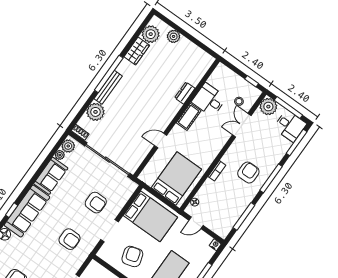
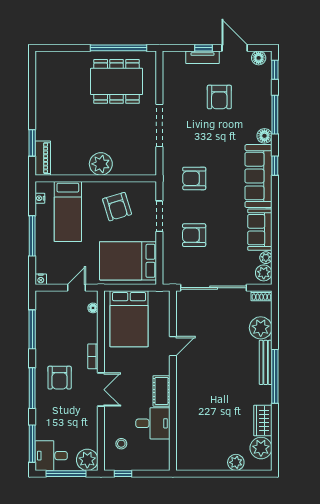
dresser: (185, 93) -> (183, 413), removed
double door: (242, 125) -> (101, 390), moved

